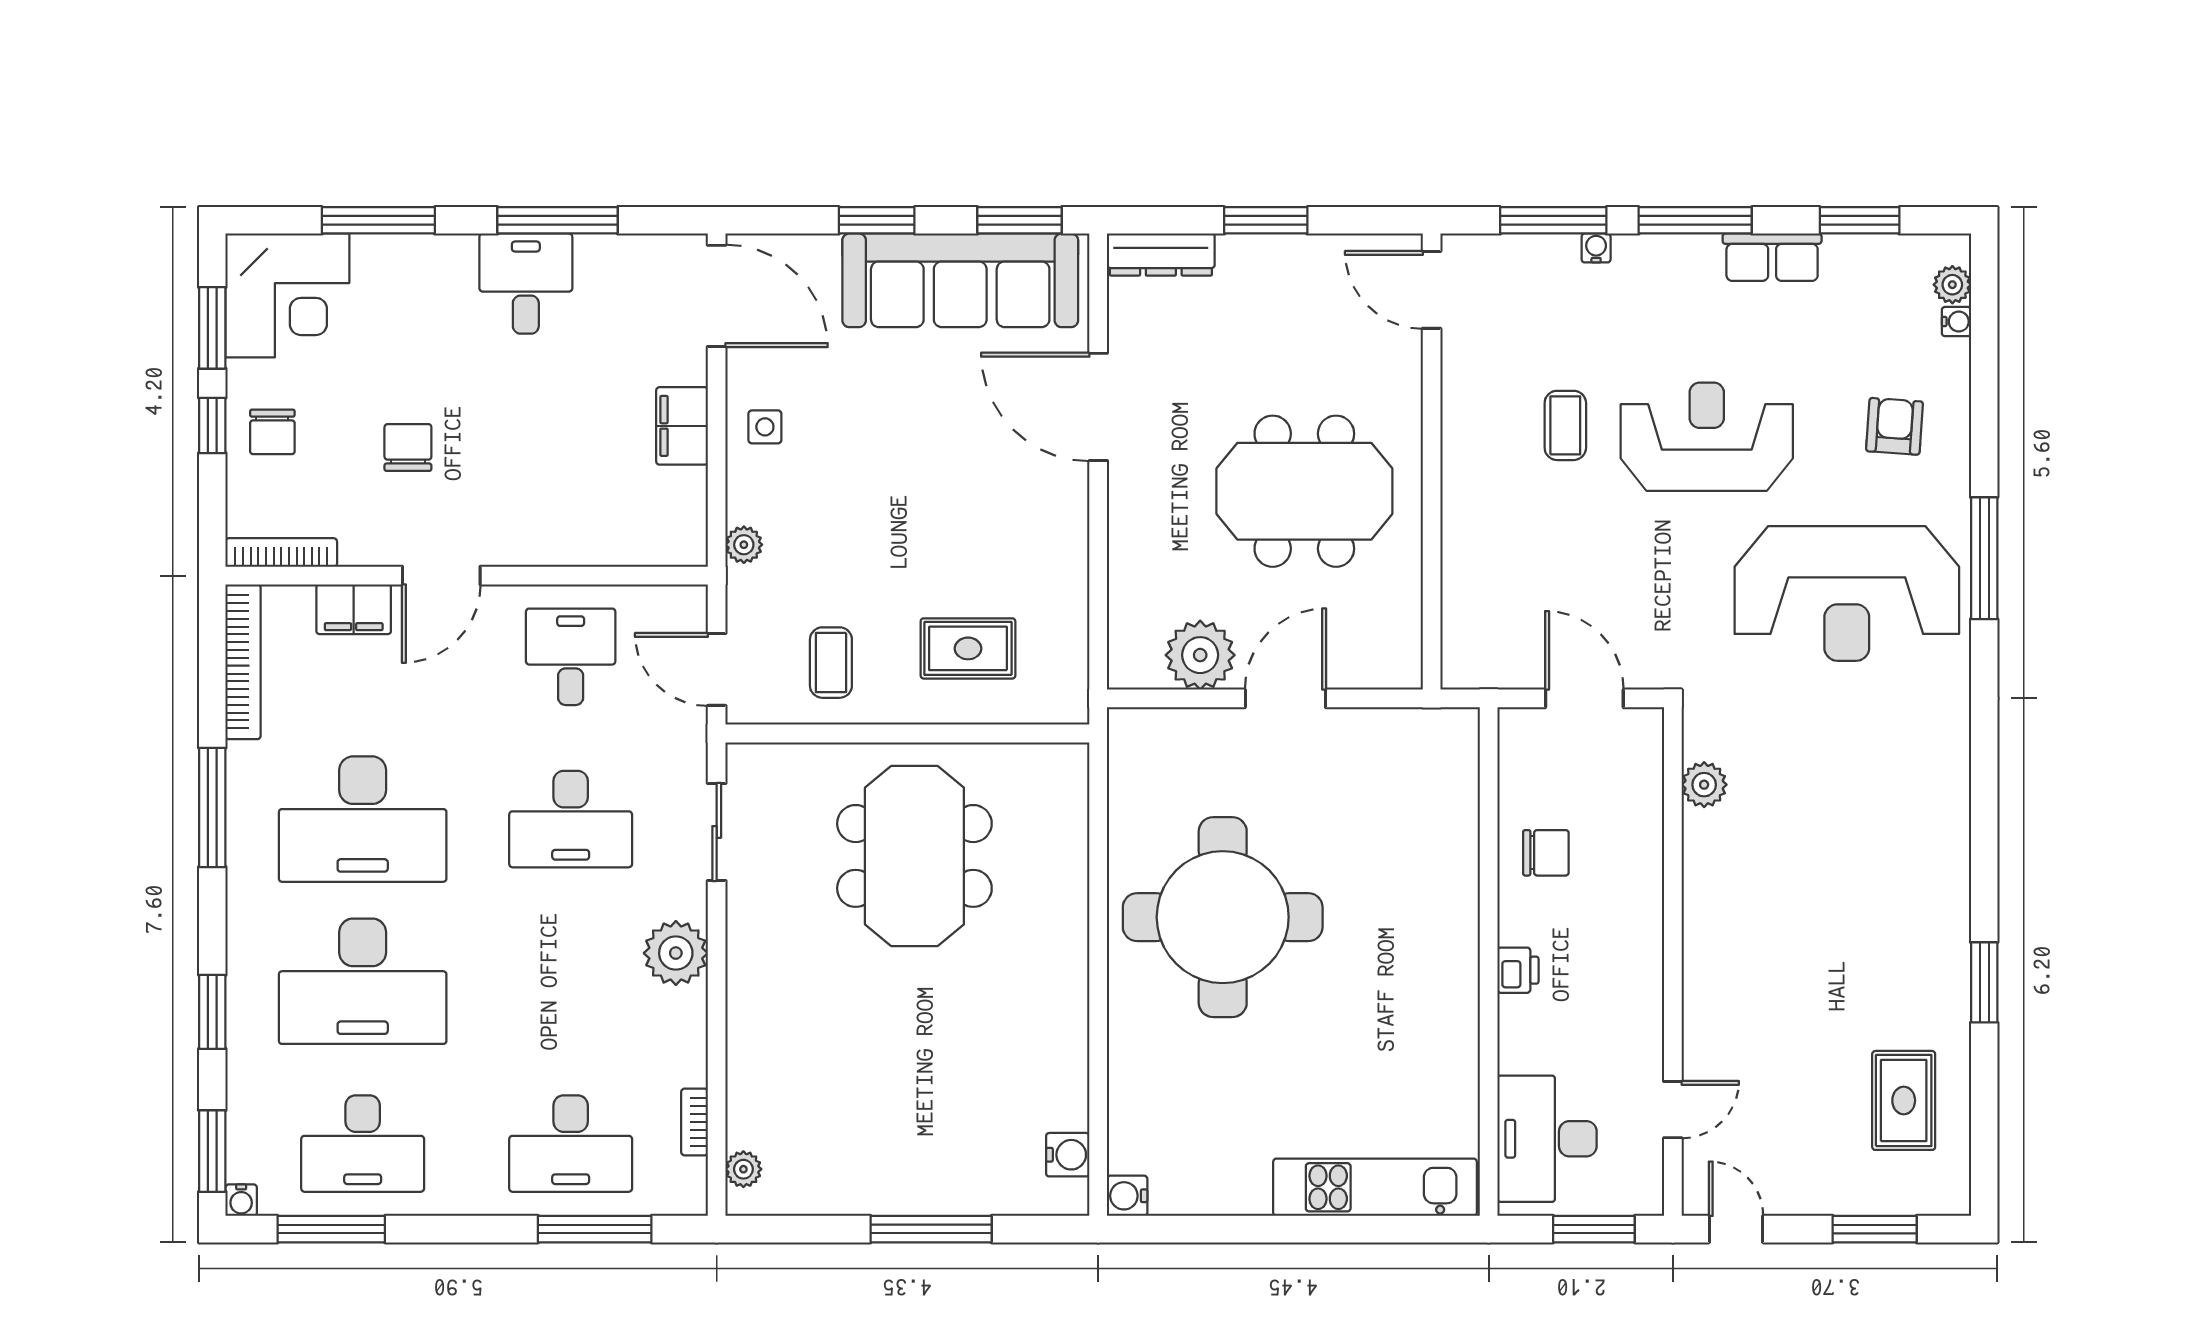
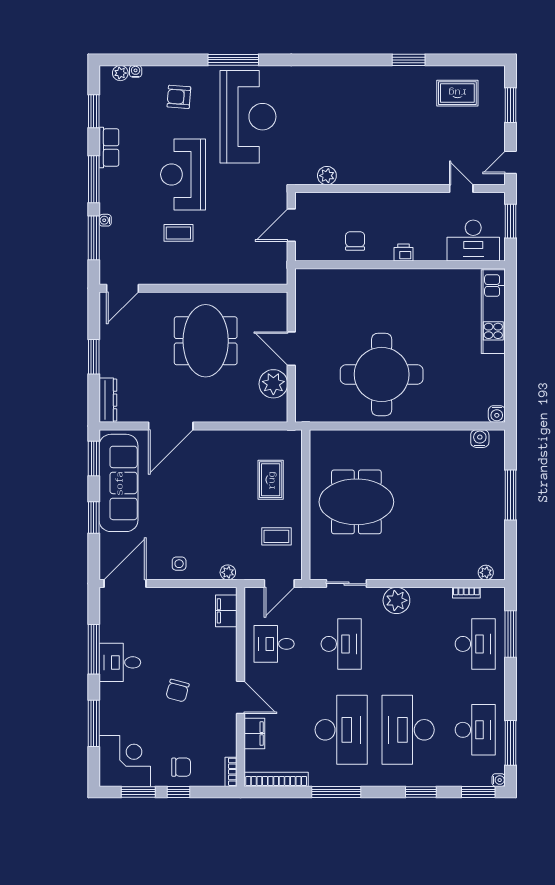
filing cabinet: (682, 426) -> (226, 611), moved, turned 90
chair: (408, 448) -> (178, 691), moved, turned -75
bookcase: (281, 553) -> (231, 772), width x0.64
desk: (363, 981) -> (408, 730), turned 180

